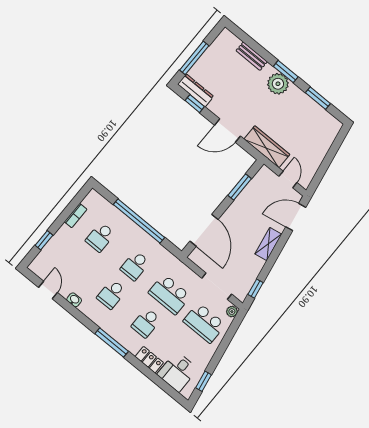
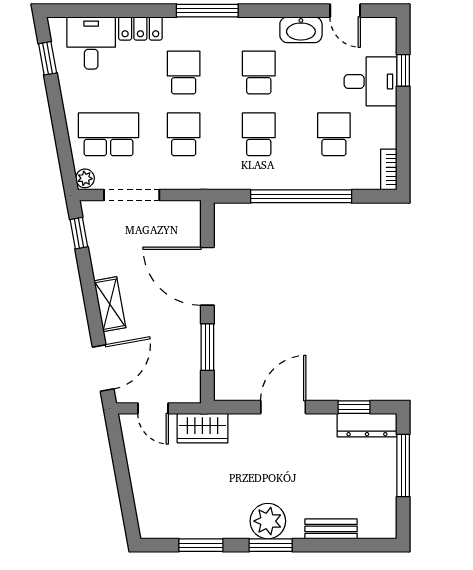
wardrobe: (267, 147) -> (202, 428), width x0.67
bookcase: (76, 216) -> (389, 170), moved
door: (204, 230) -> (207, 276), moved
desk: (63, 248) -> (370, 81), added
school desk: (170, 294) -> (184, 134), width x0.54
washbasin: (74, 300) -> (301, 30), width x1.91, depth x1.45

